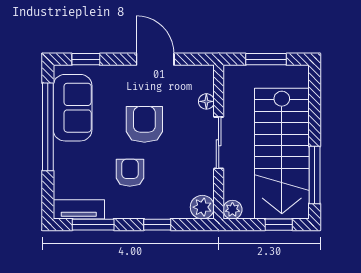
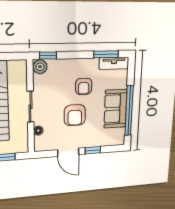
window: (86, 59) -> (93, 150), moved
sofa: (73, 108) -> (116, 109), moved
plant: (232, 210) -> (21, 66), removed
window: (157, 225) -> (48, 55), moved

